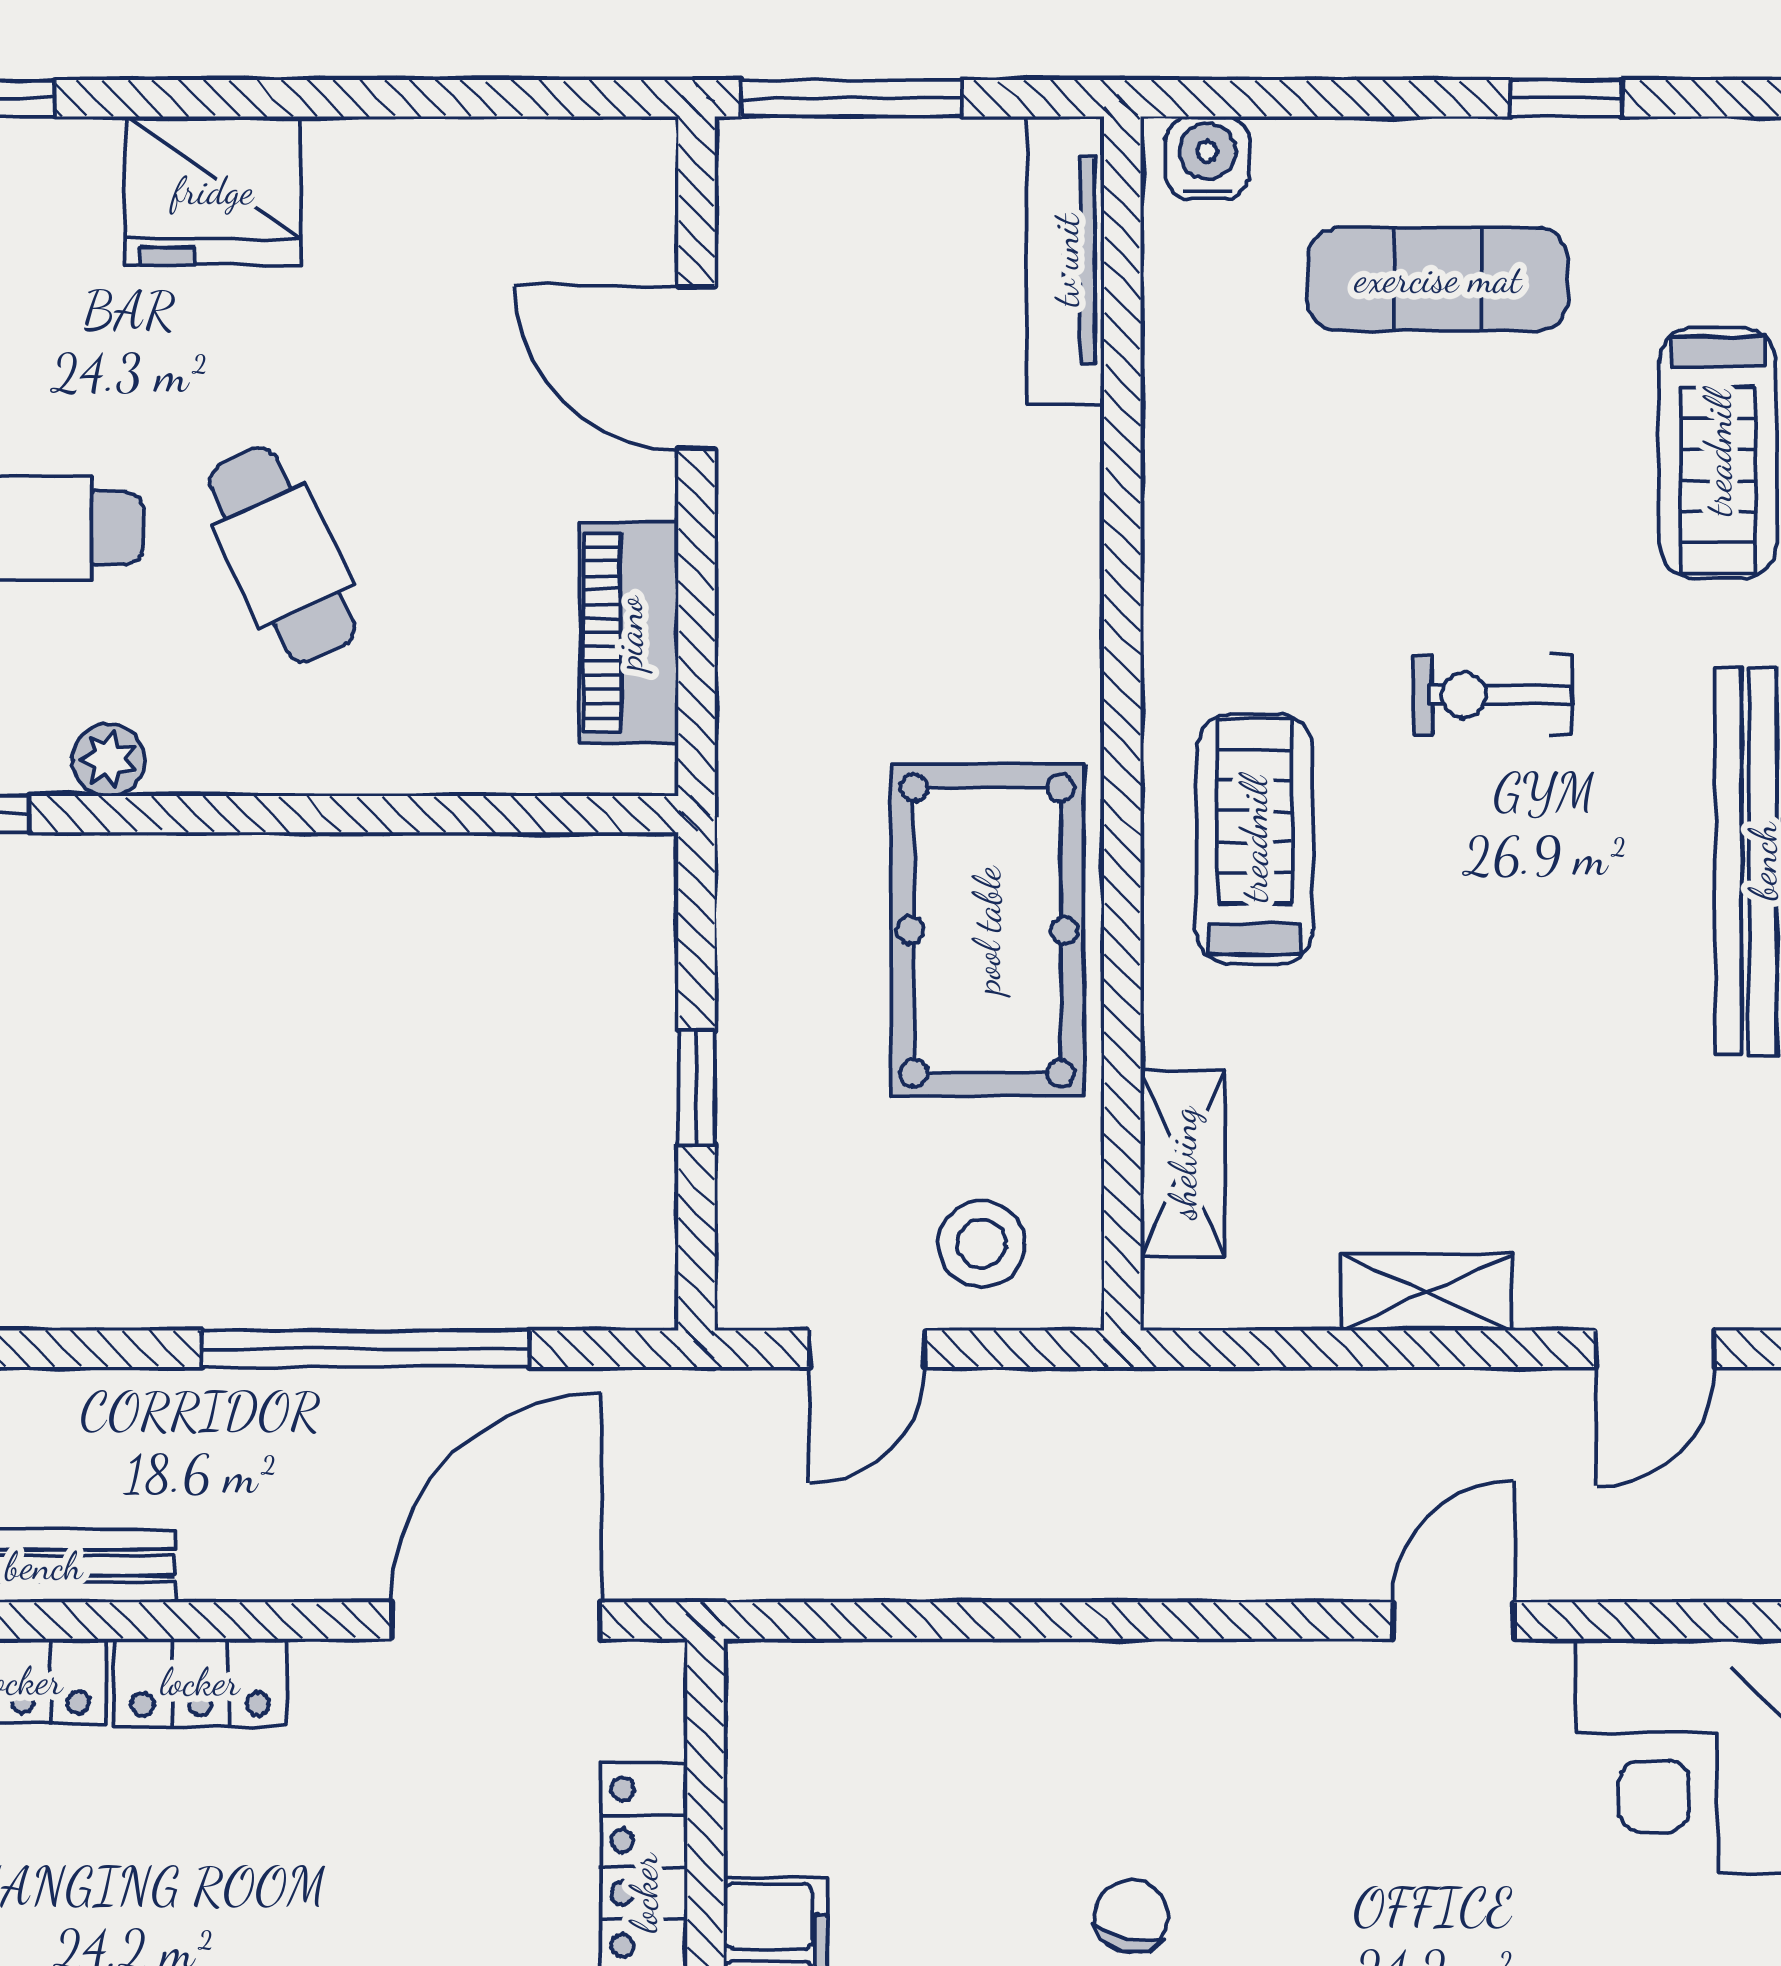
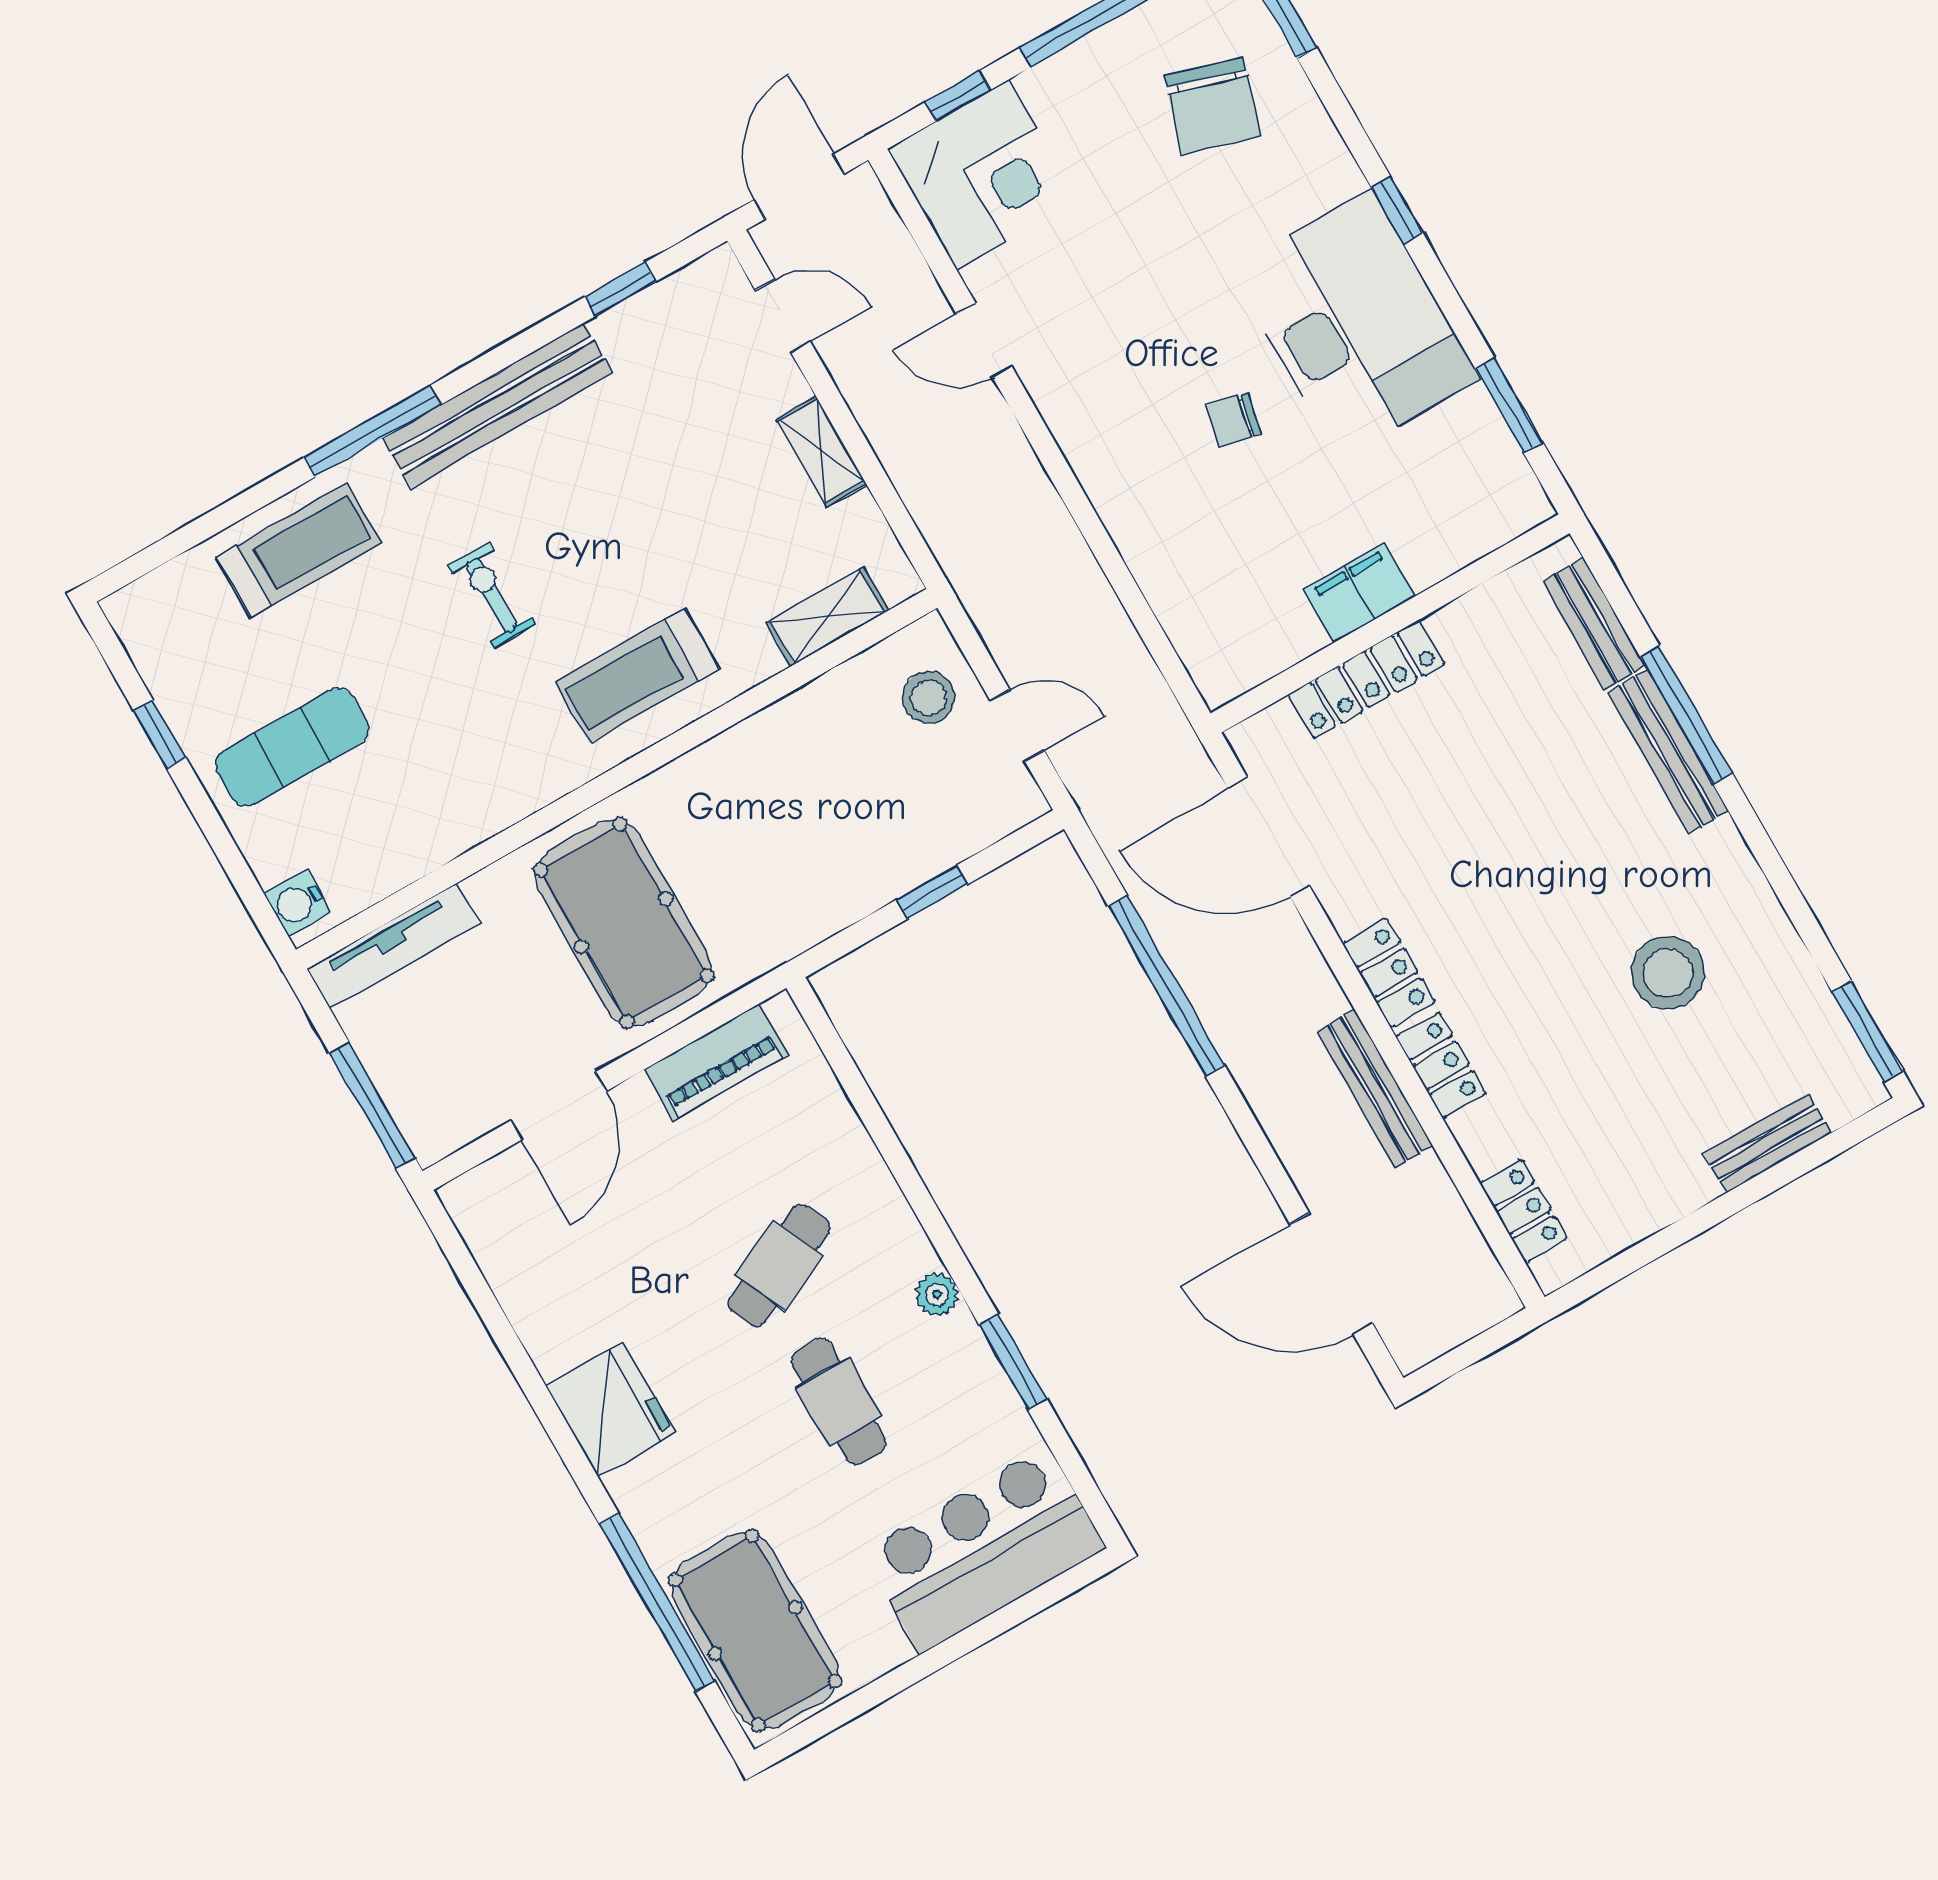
exercise mat: (1438, 279) -> (292, 747), turned 90
exercise bike: (1492, 695) -> (492, 595), turned 180
pool table: (987, 930) -> (624, 923), moved, turned 90

